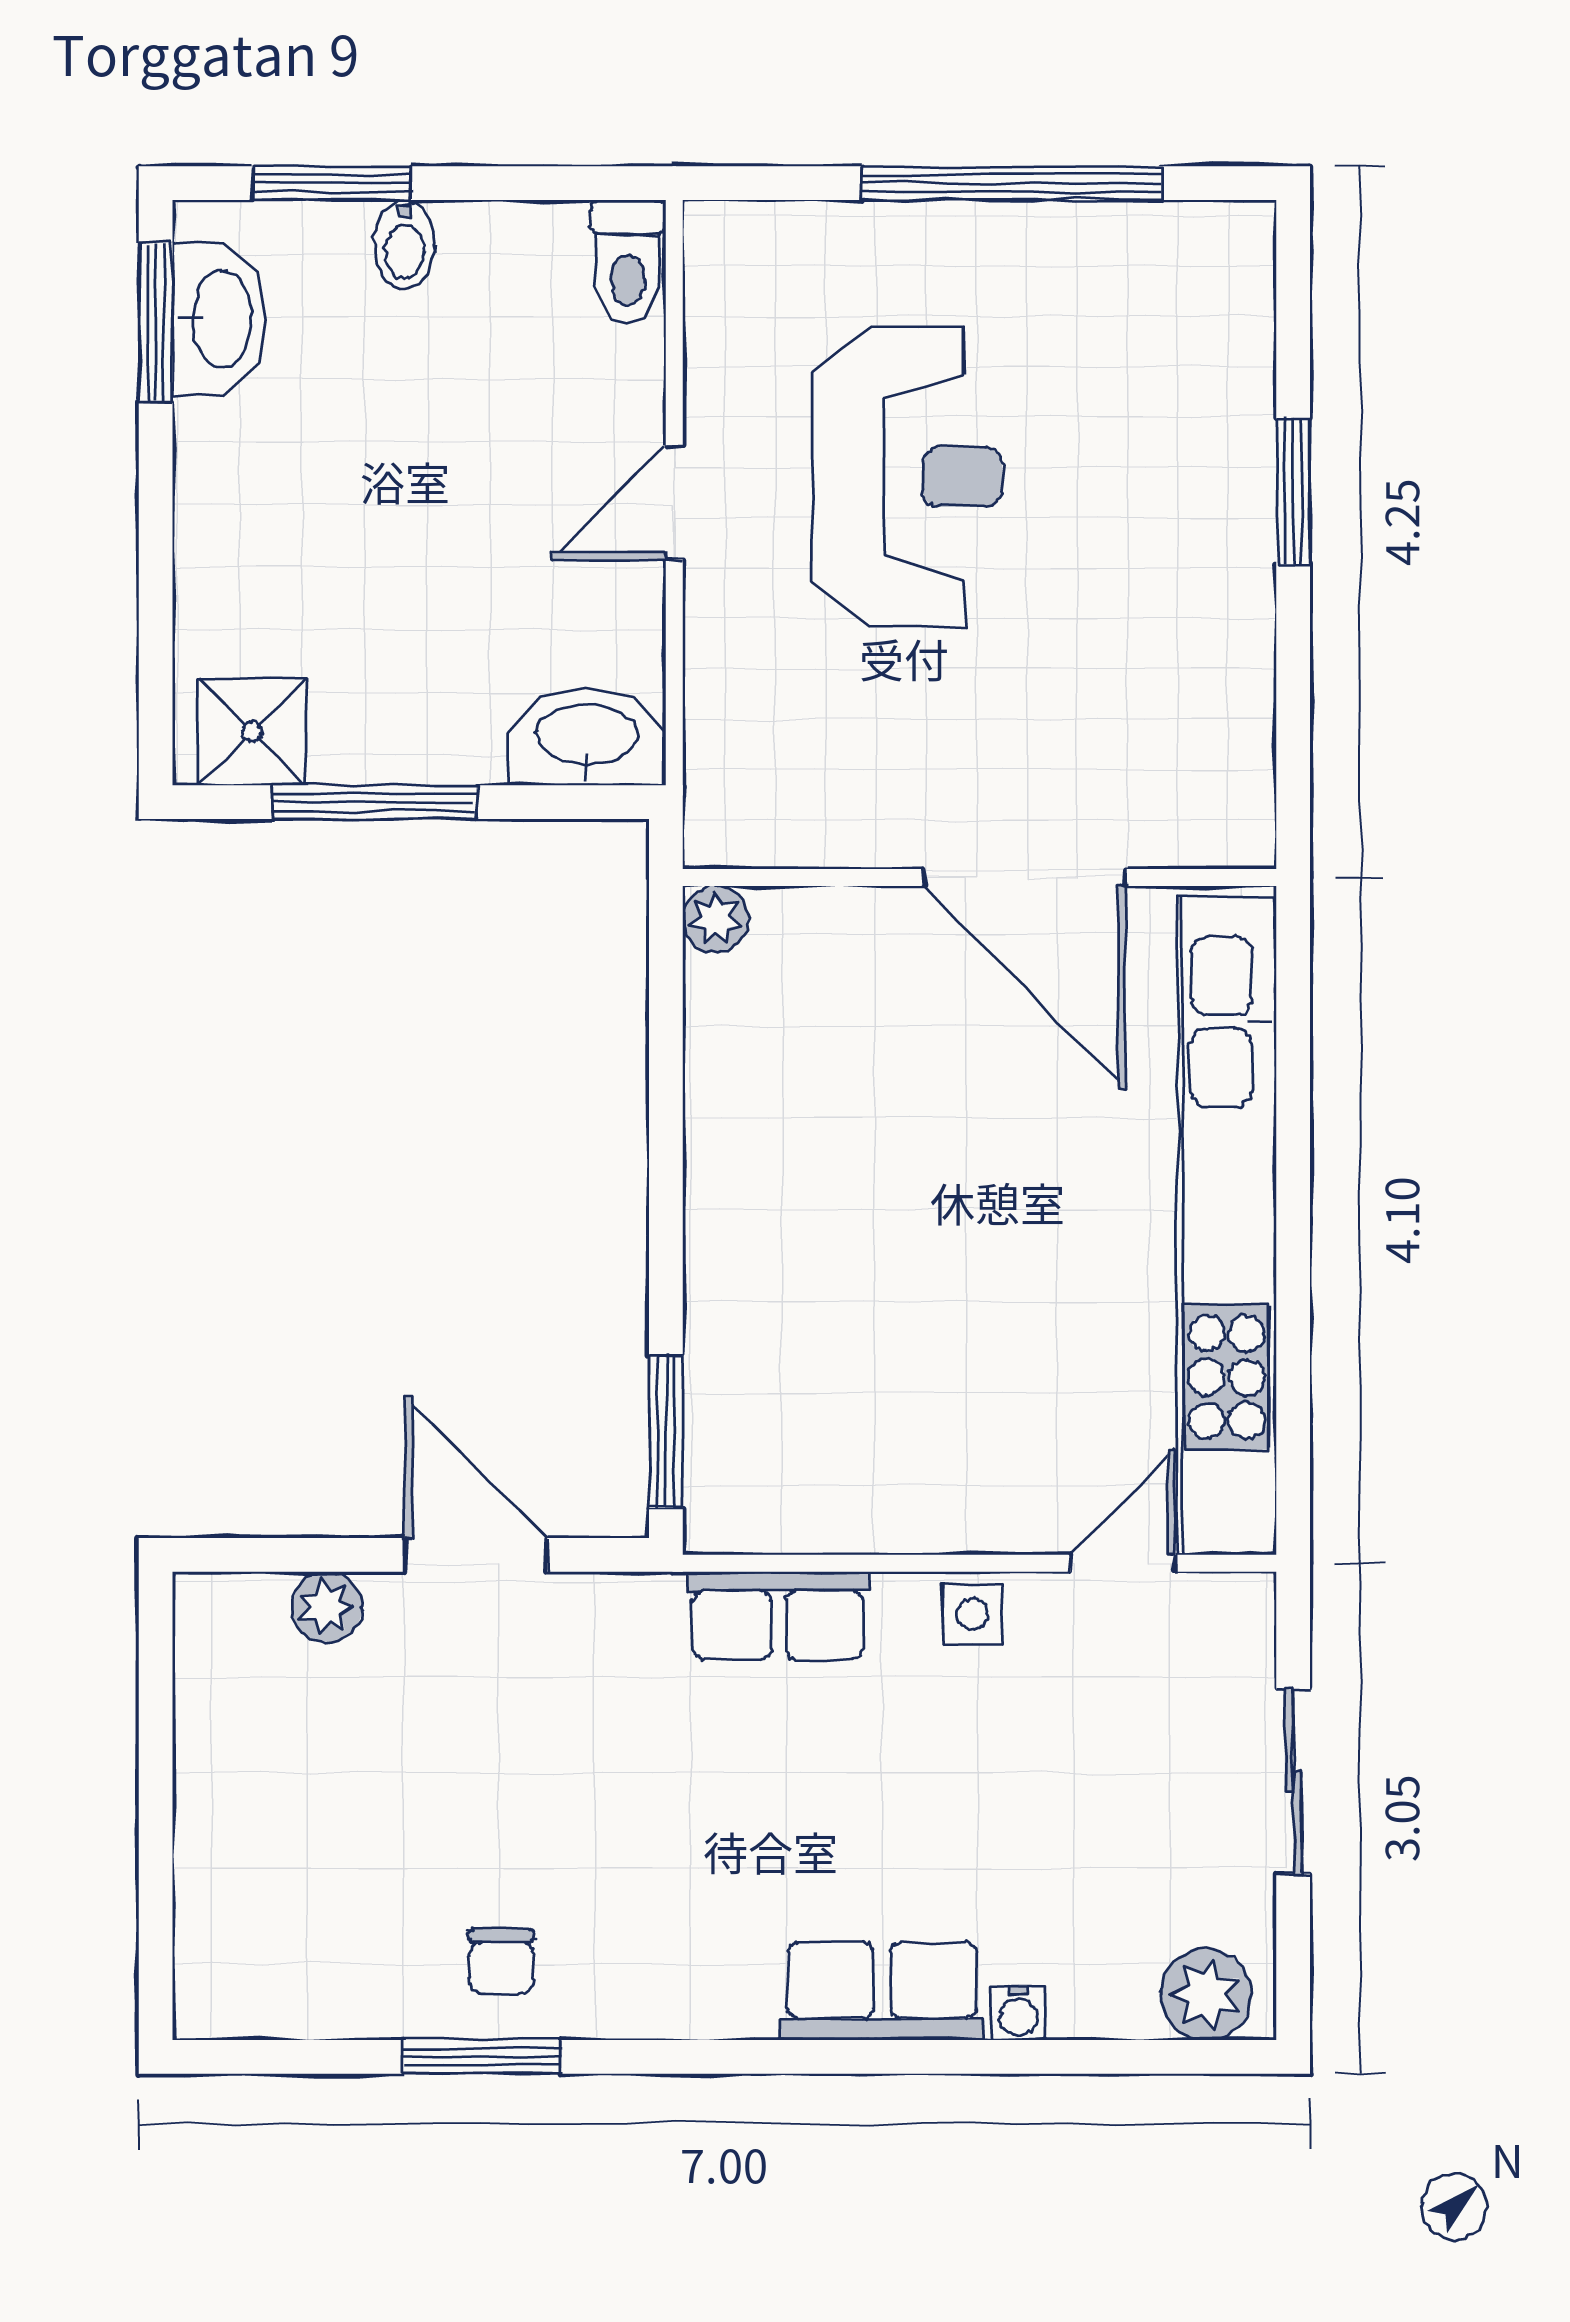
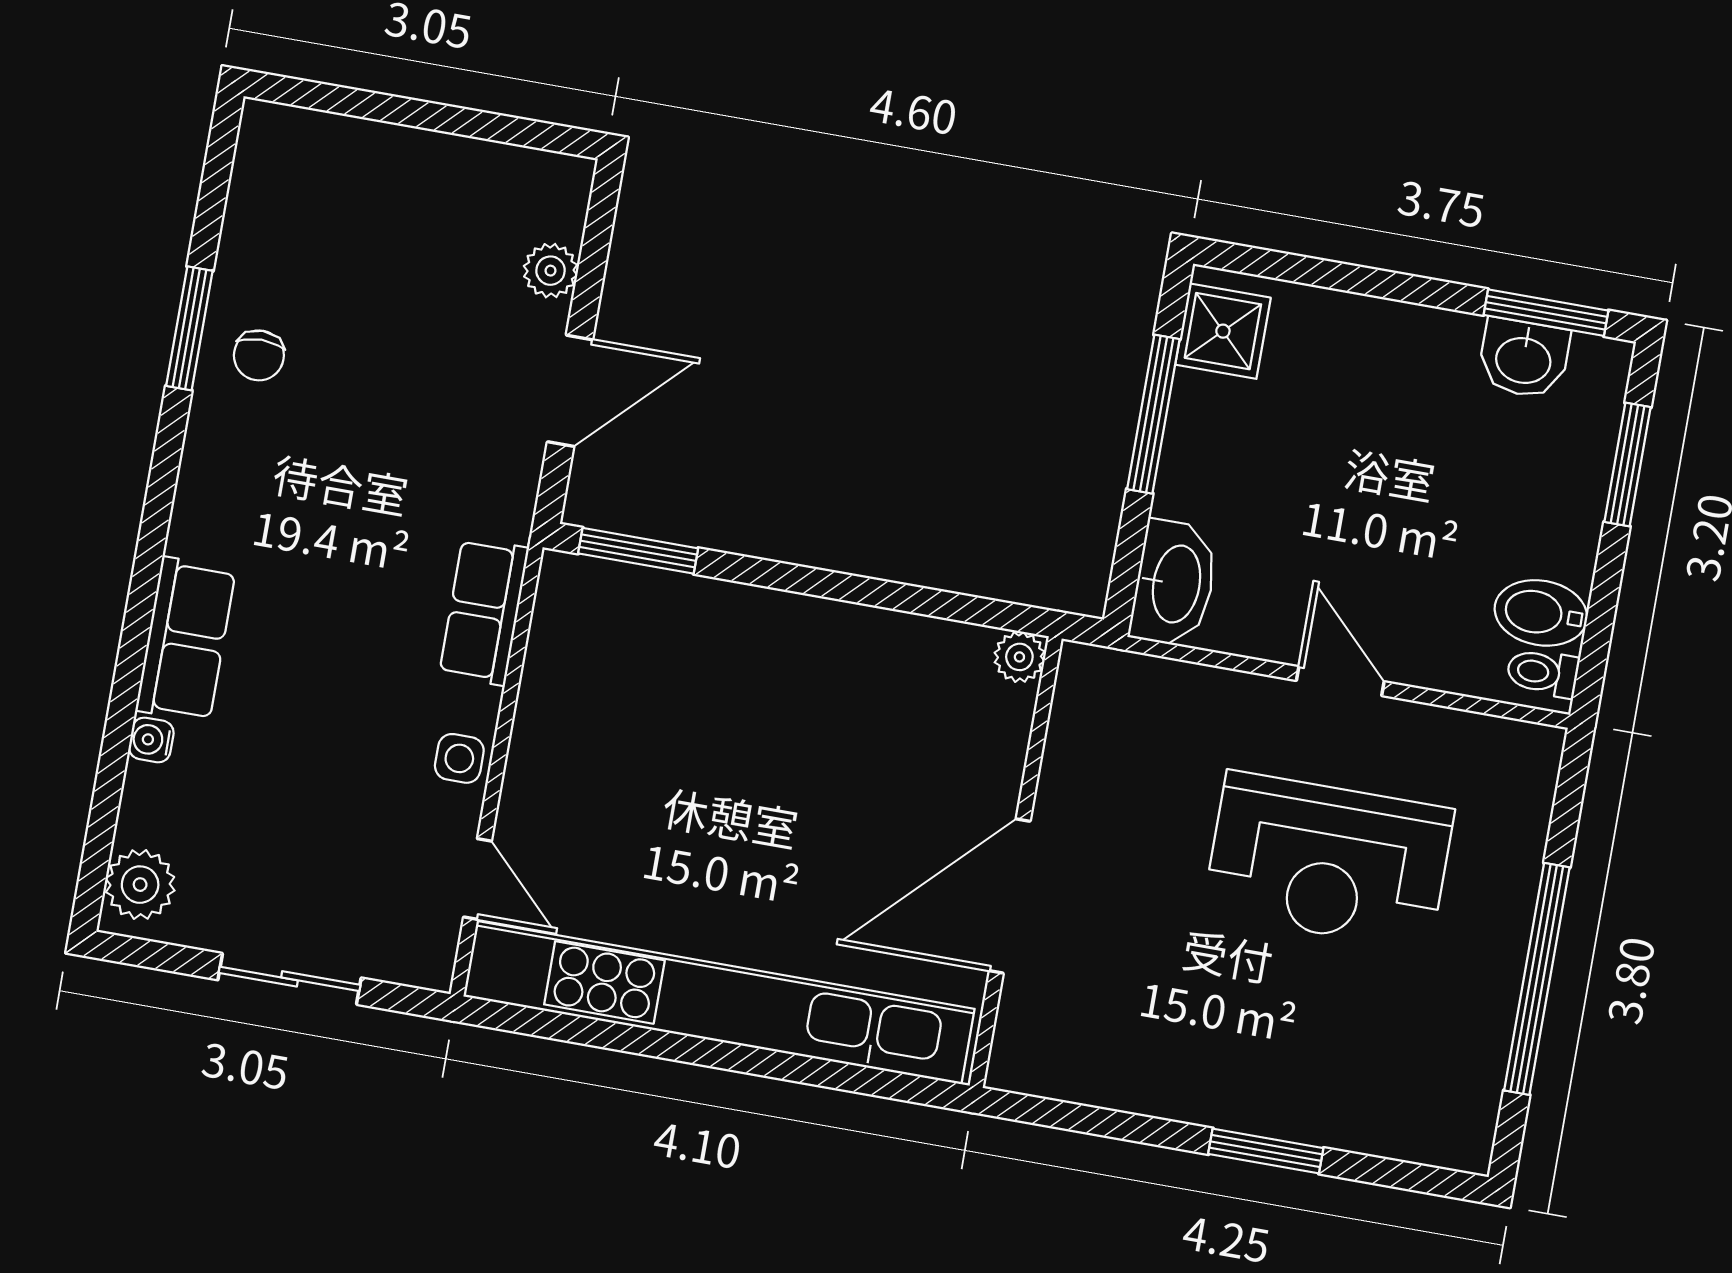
bidet: (404, 245) -> (1541, 613), moved, width x1.38, depth x1.36
toilet: (628, 262) -> (1543, 673), width x0.73, depth x0.72
washbasin: (219, 319) -> (1524, 358), width x0.72
chair: (501, 1962) -> (259, 355), turned -90

